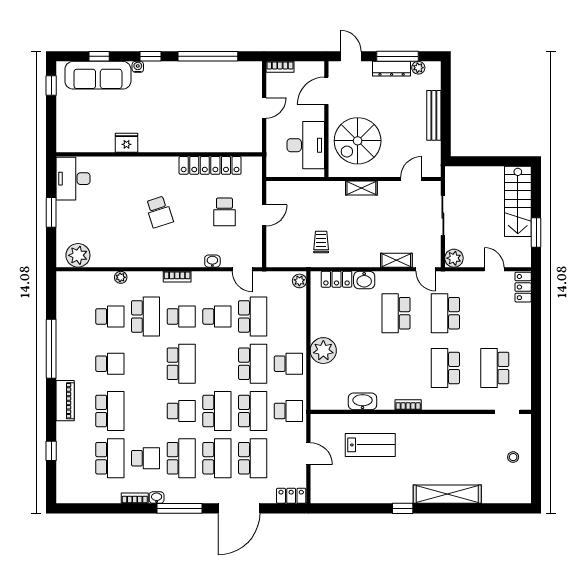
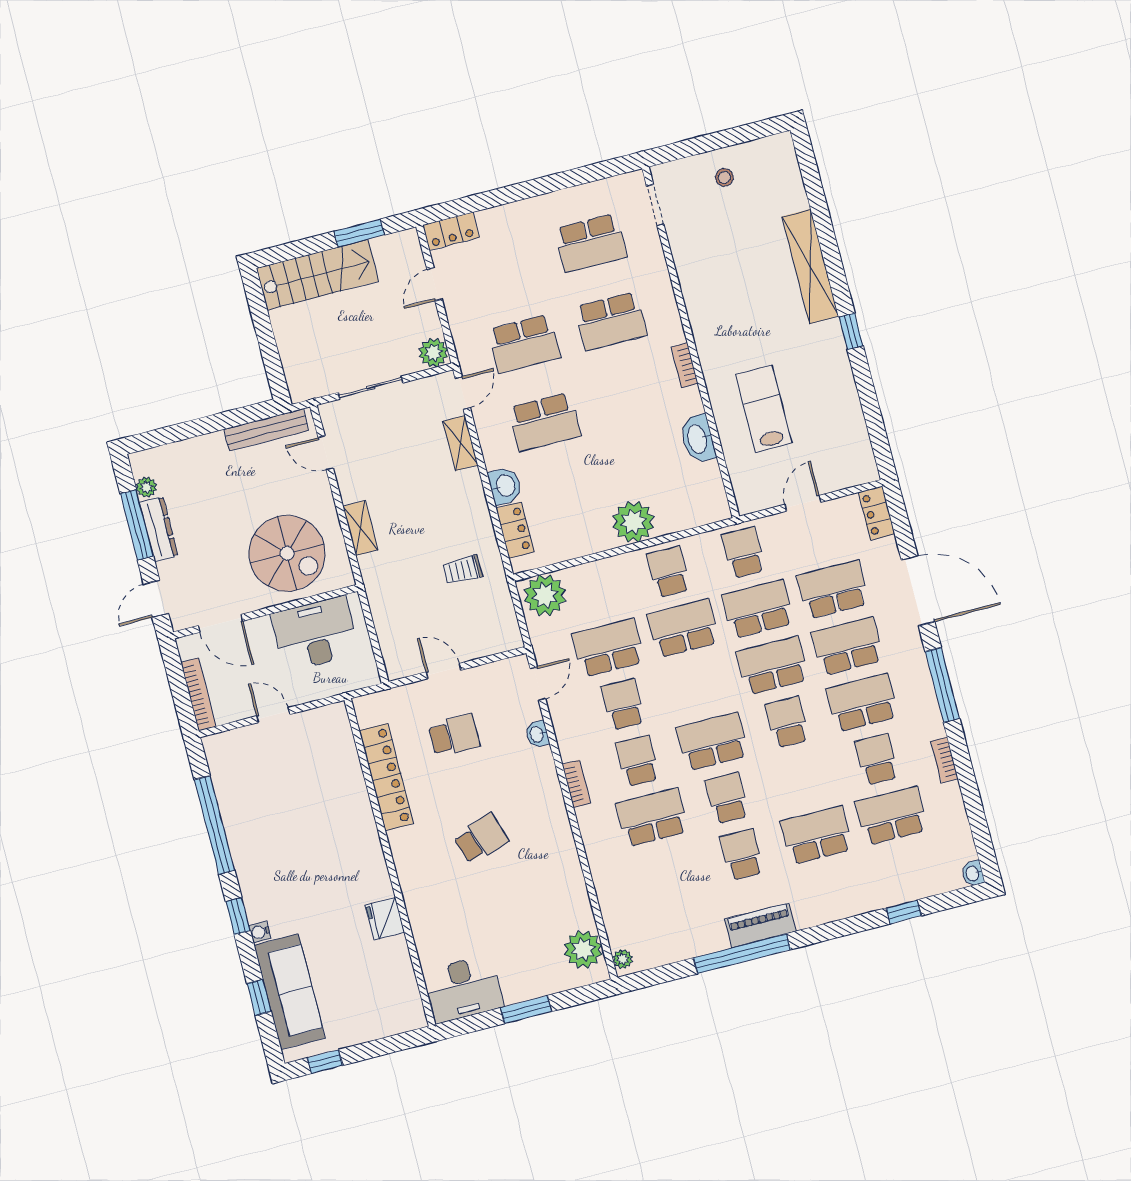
bookcase: (280, 67) -> (198, 694), width x1.56
bench: (434, 115) -> (266, 430), moved
plant: (121, 277) -> (623, 959), moved
plant: (299, 281) -> (545, 595), width x1.88, depth x1.88
school desk: (110, 316) -> (727, 798), moved
piano: (65, 401) -> (760, 925), moved
washbasin: (157, 498) -> (973, 873), moved

